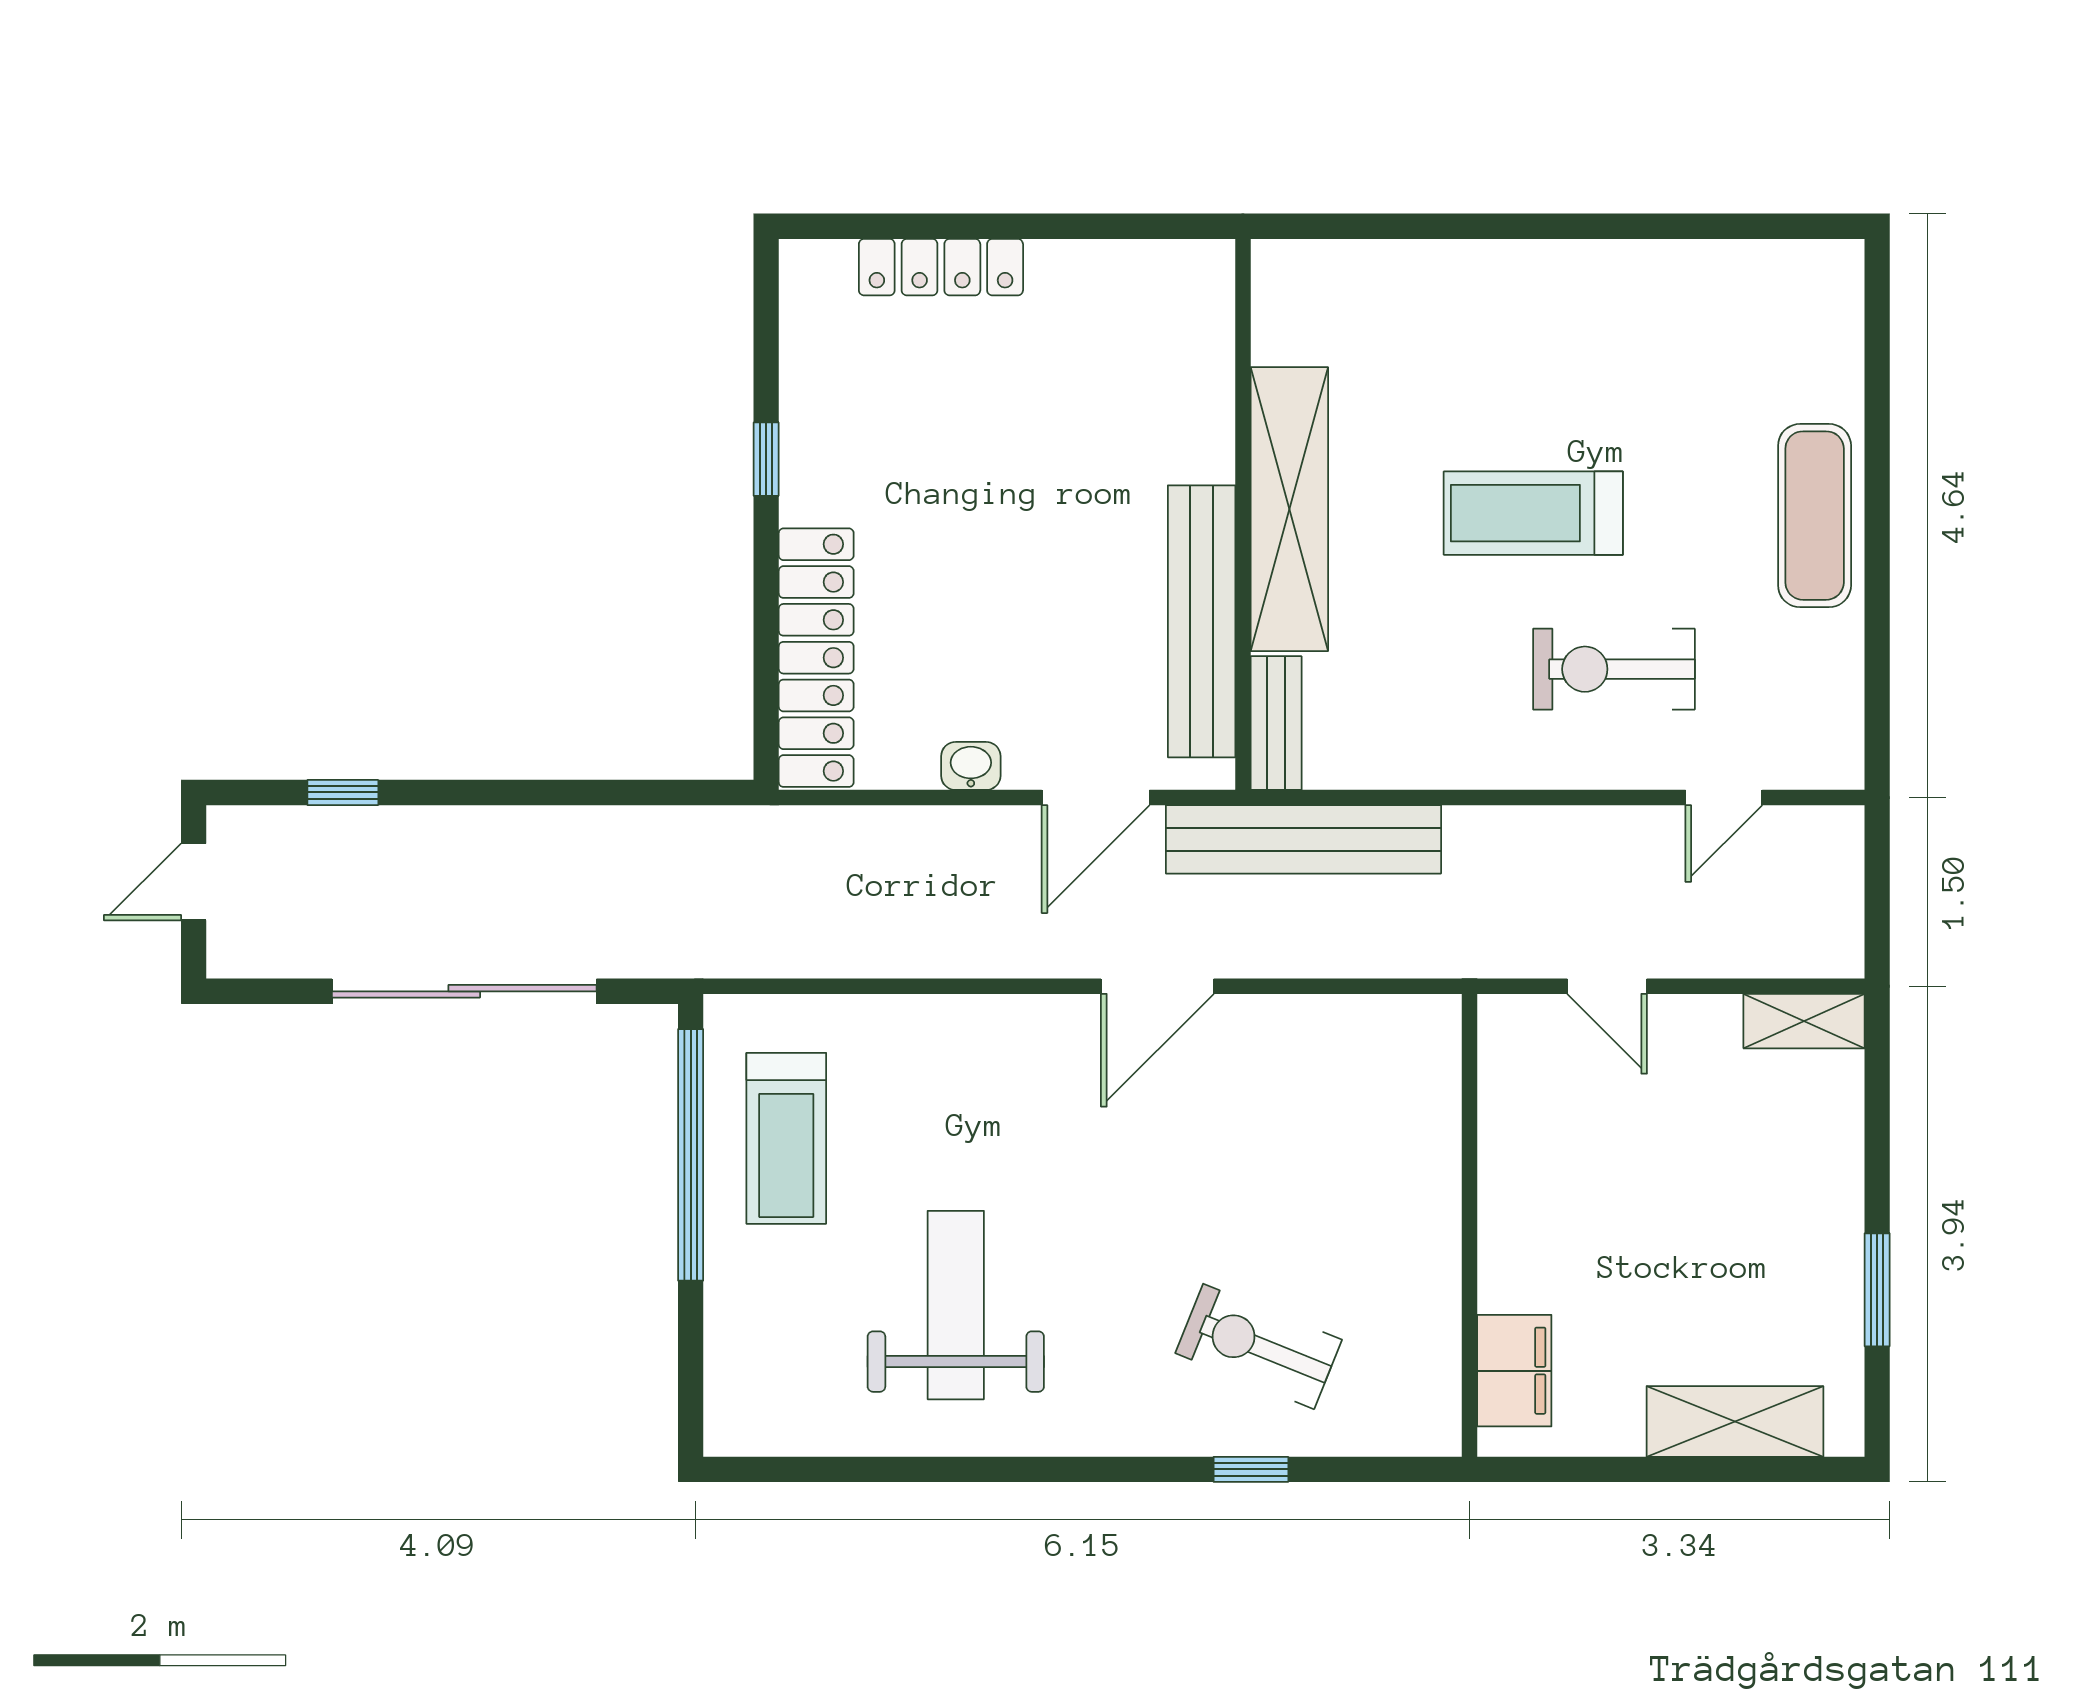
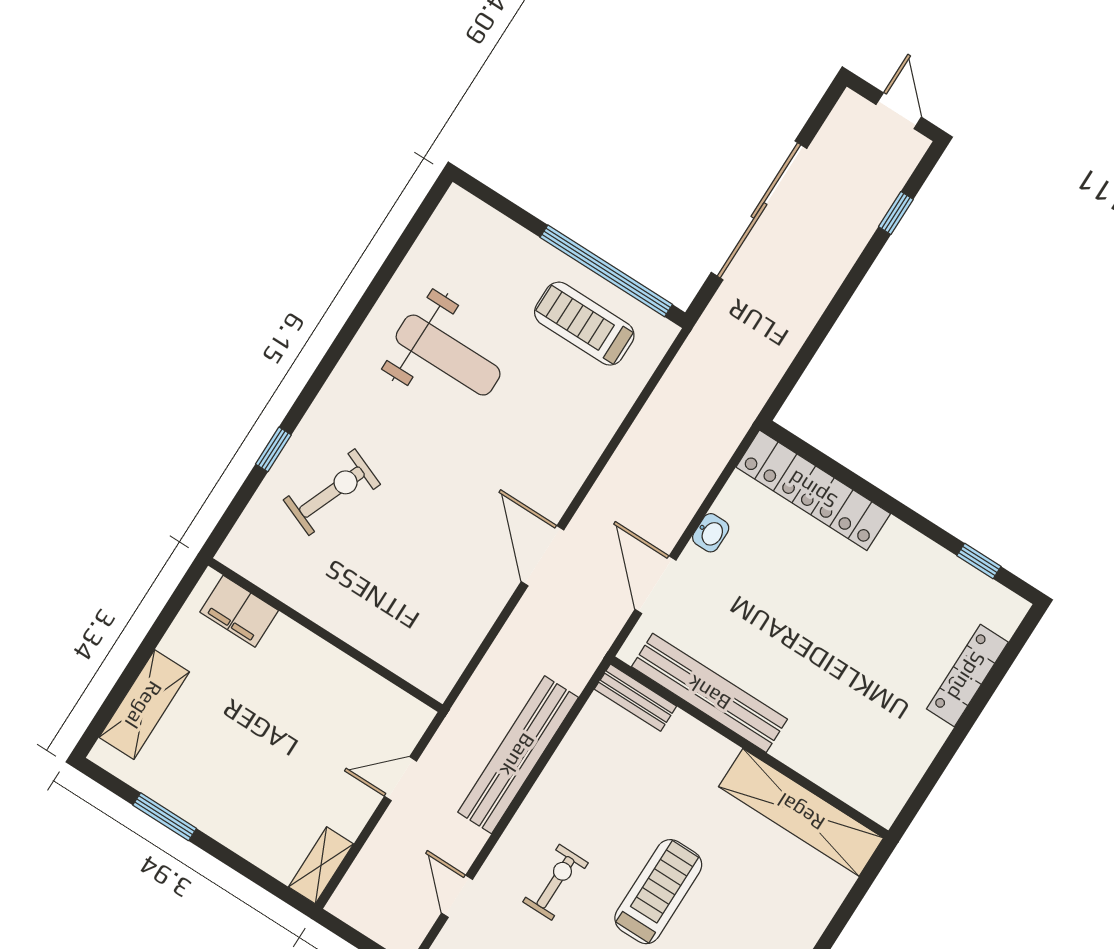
window: (766, 459) -> (979, 561), moved
shelving: (1289, 509) -> (801, 812), moved
exercise bike: (1614, 669) -> (555, 882), width x0.73, depth x0.72
bench: (1303, 839) -> (518, 755), moved

